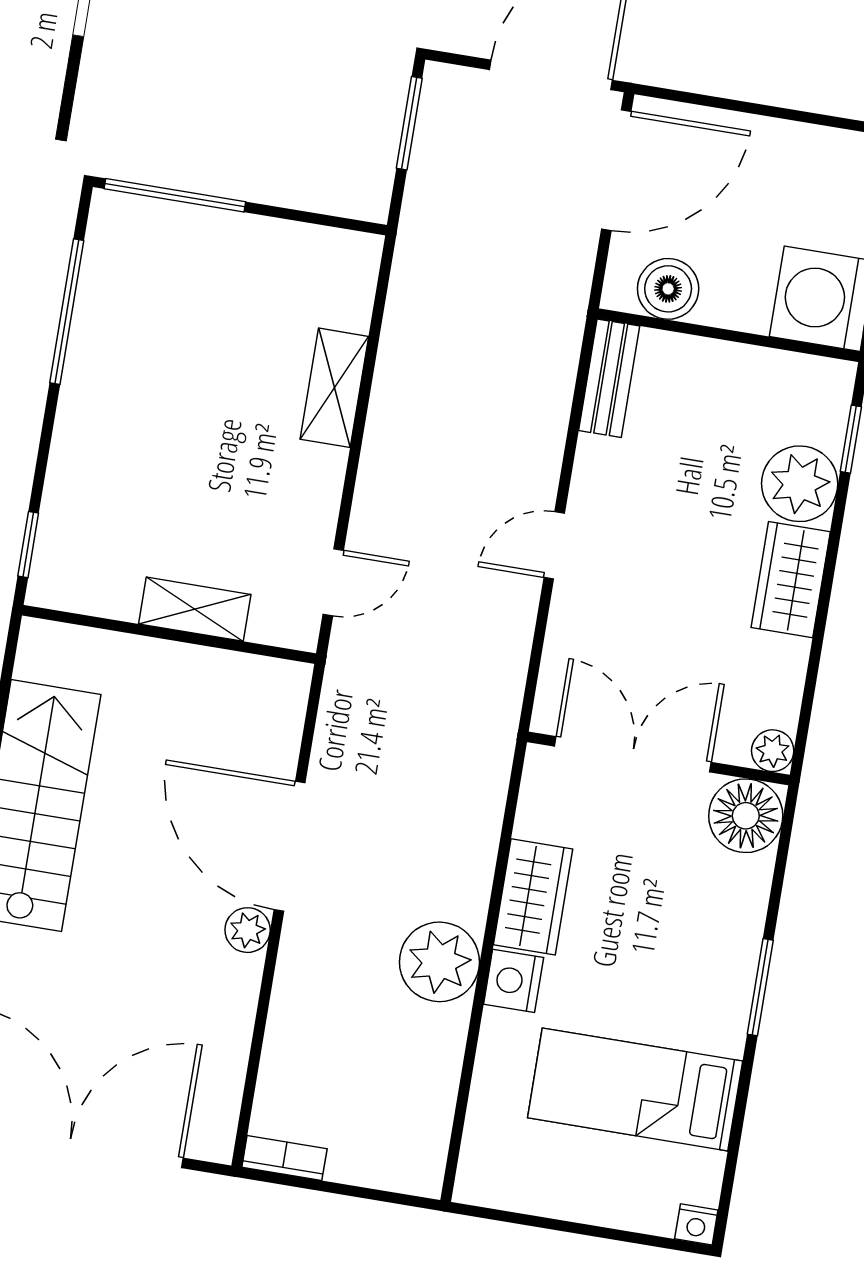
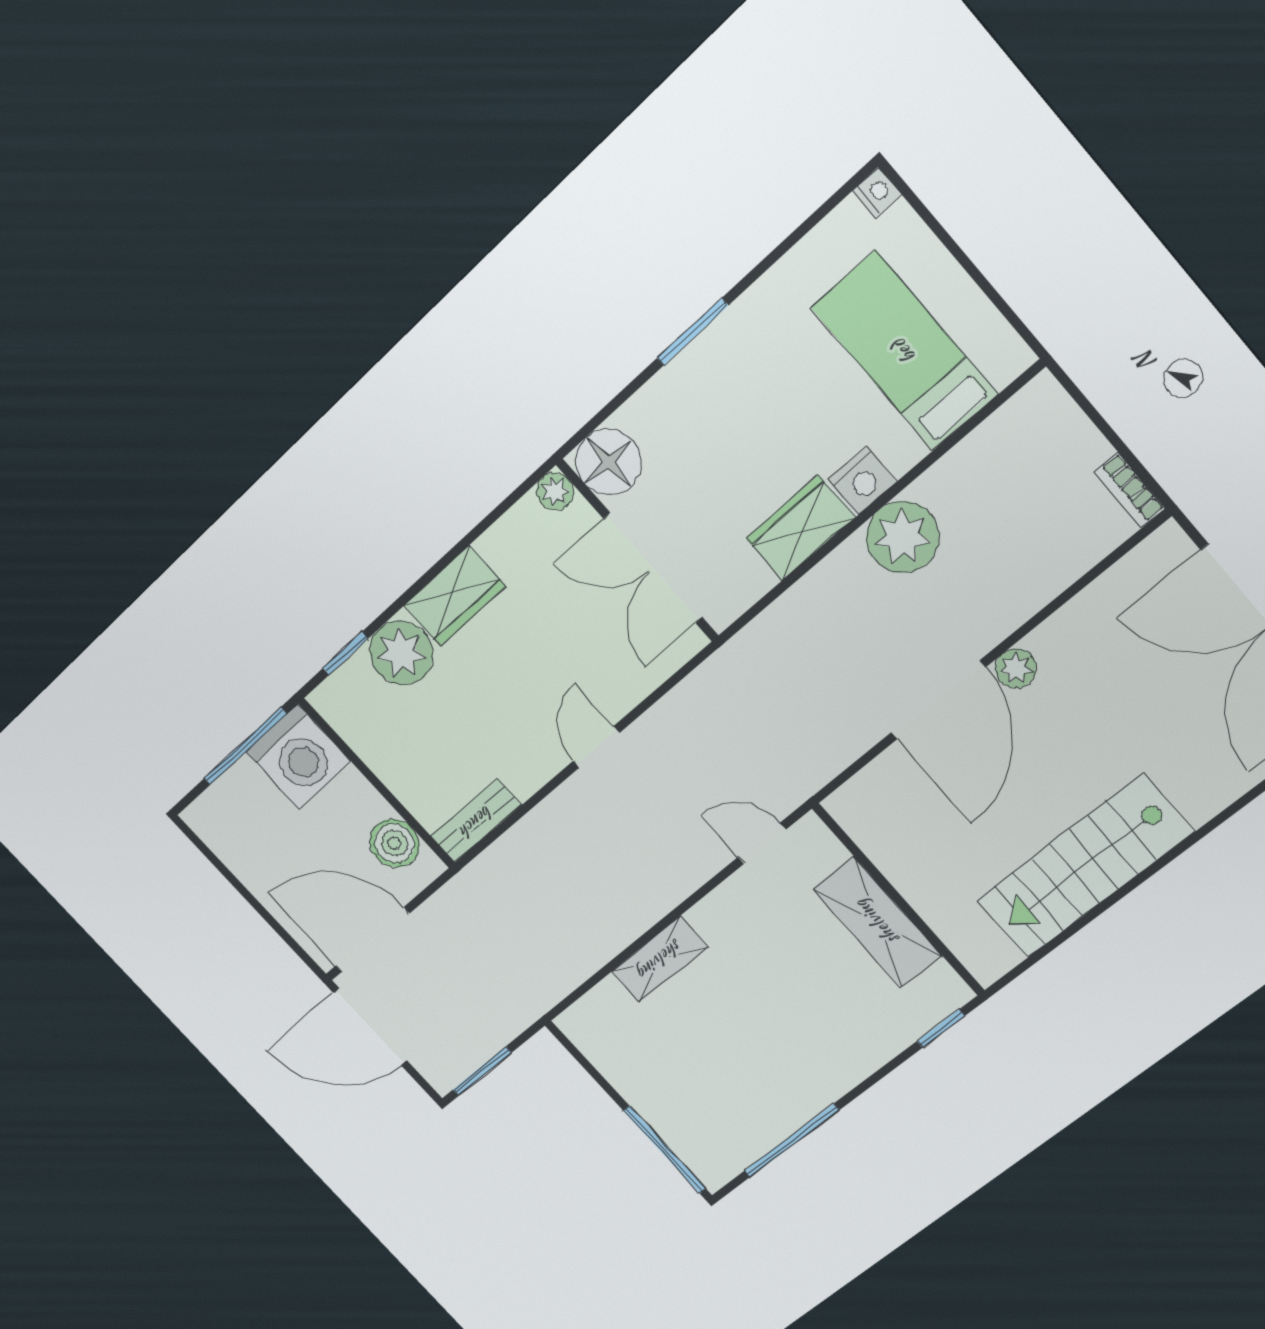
door: (554, 545) -> (596, 747), swing flipped
shelving: (195, 609) -> (877, 922), width x1.50, depth x1.33
bed: (635, 1089) -> (904, 351), moved, turned 180

